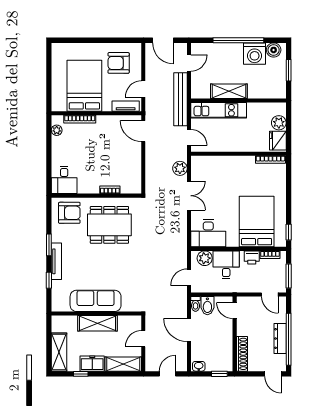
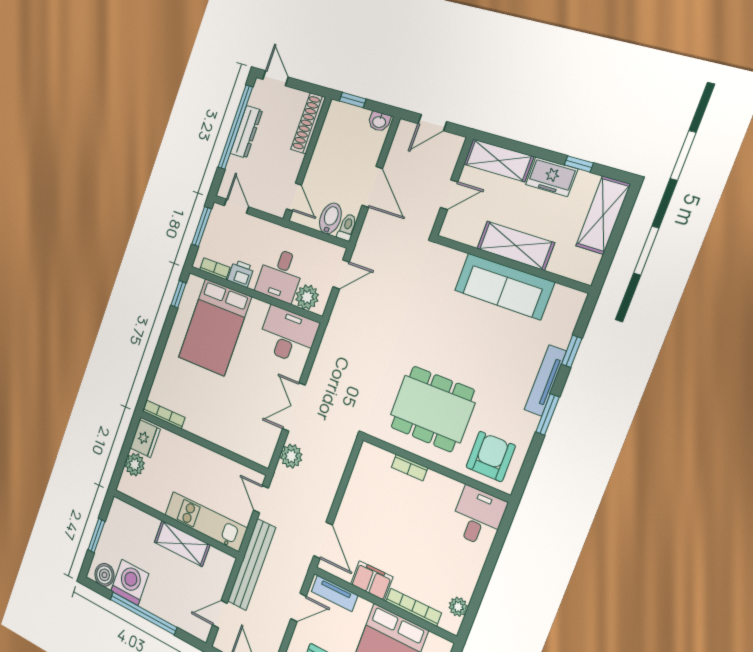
filing cabinet: (108, 122) -> (372, 581), added
armchair: (69, 213) -> (491, 456), turned 90

